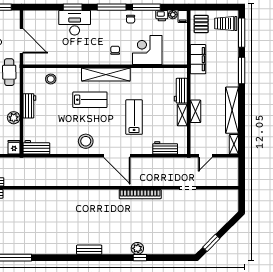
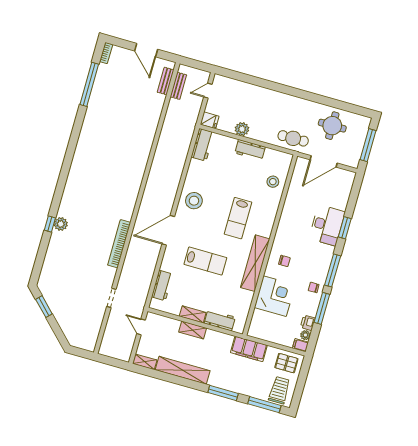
shelving: (106, 74) -> (255, 263), moved
bench: (89, 250) -> (74, 171), removed

